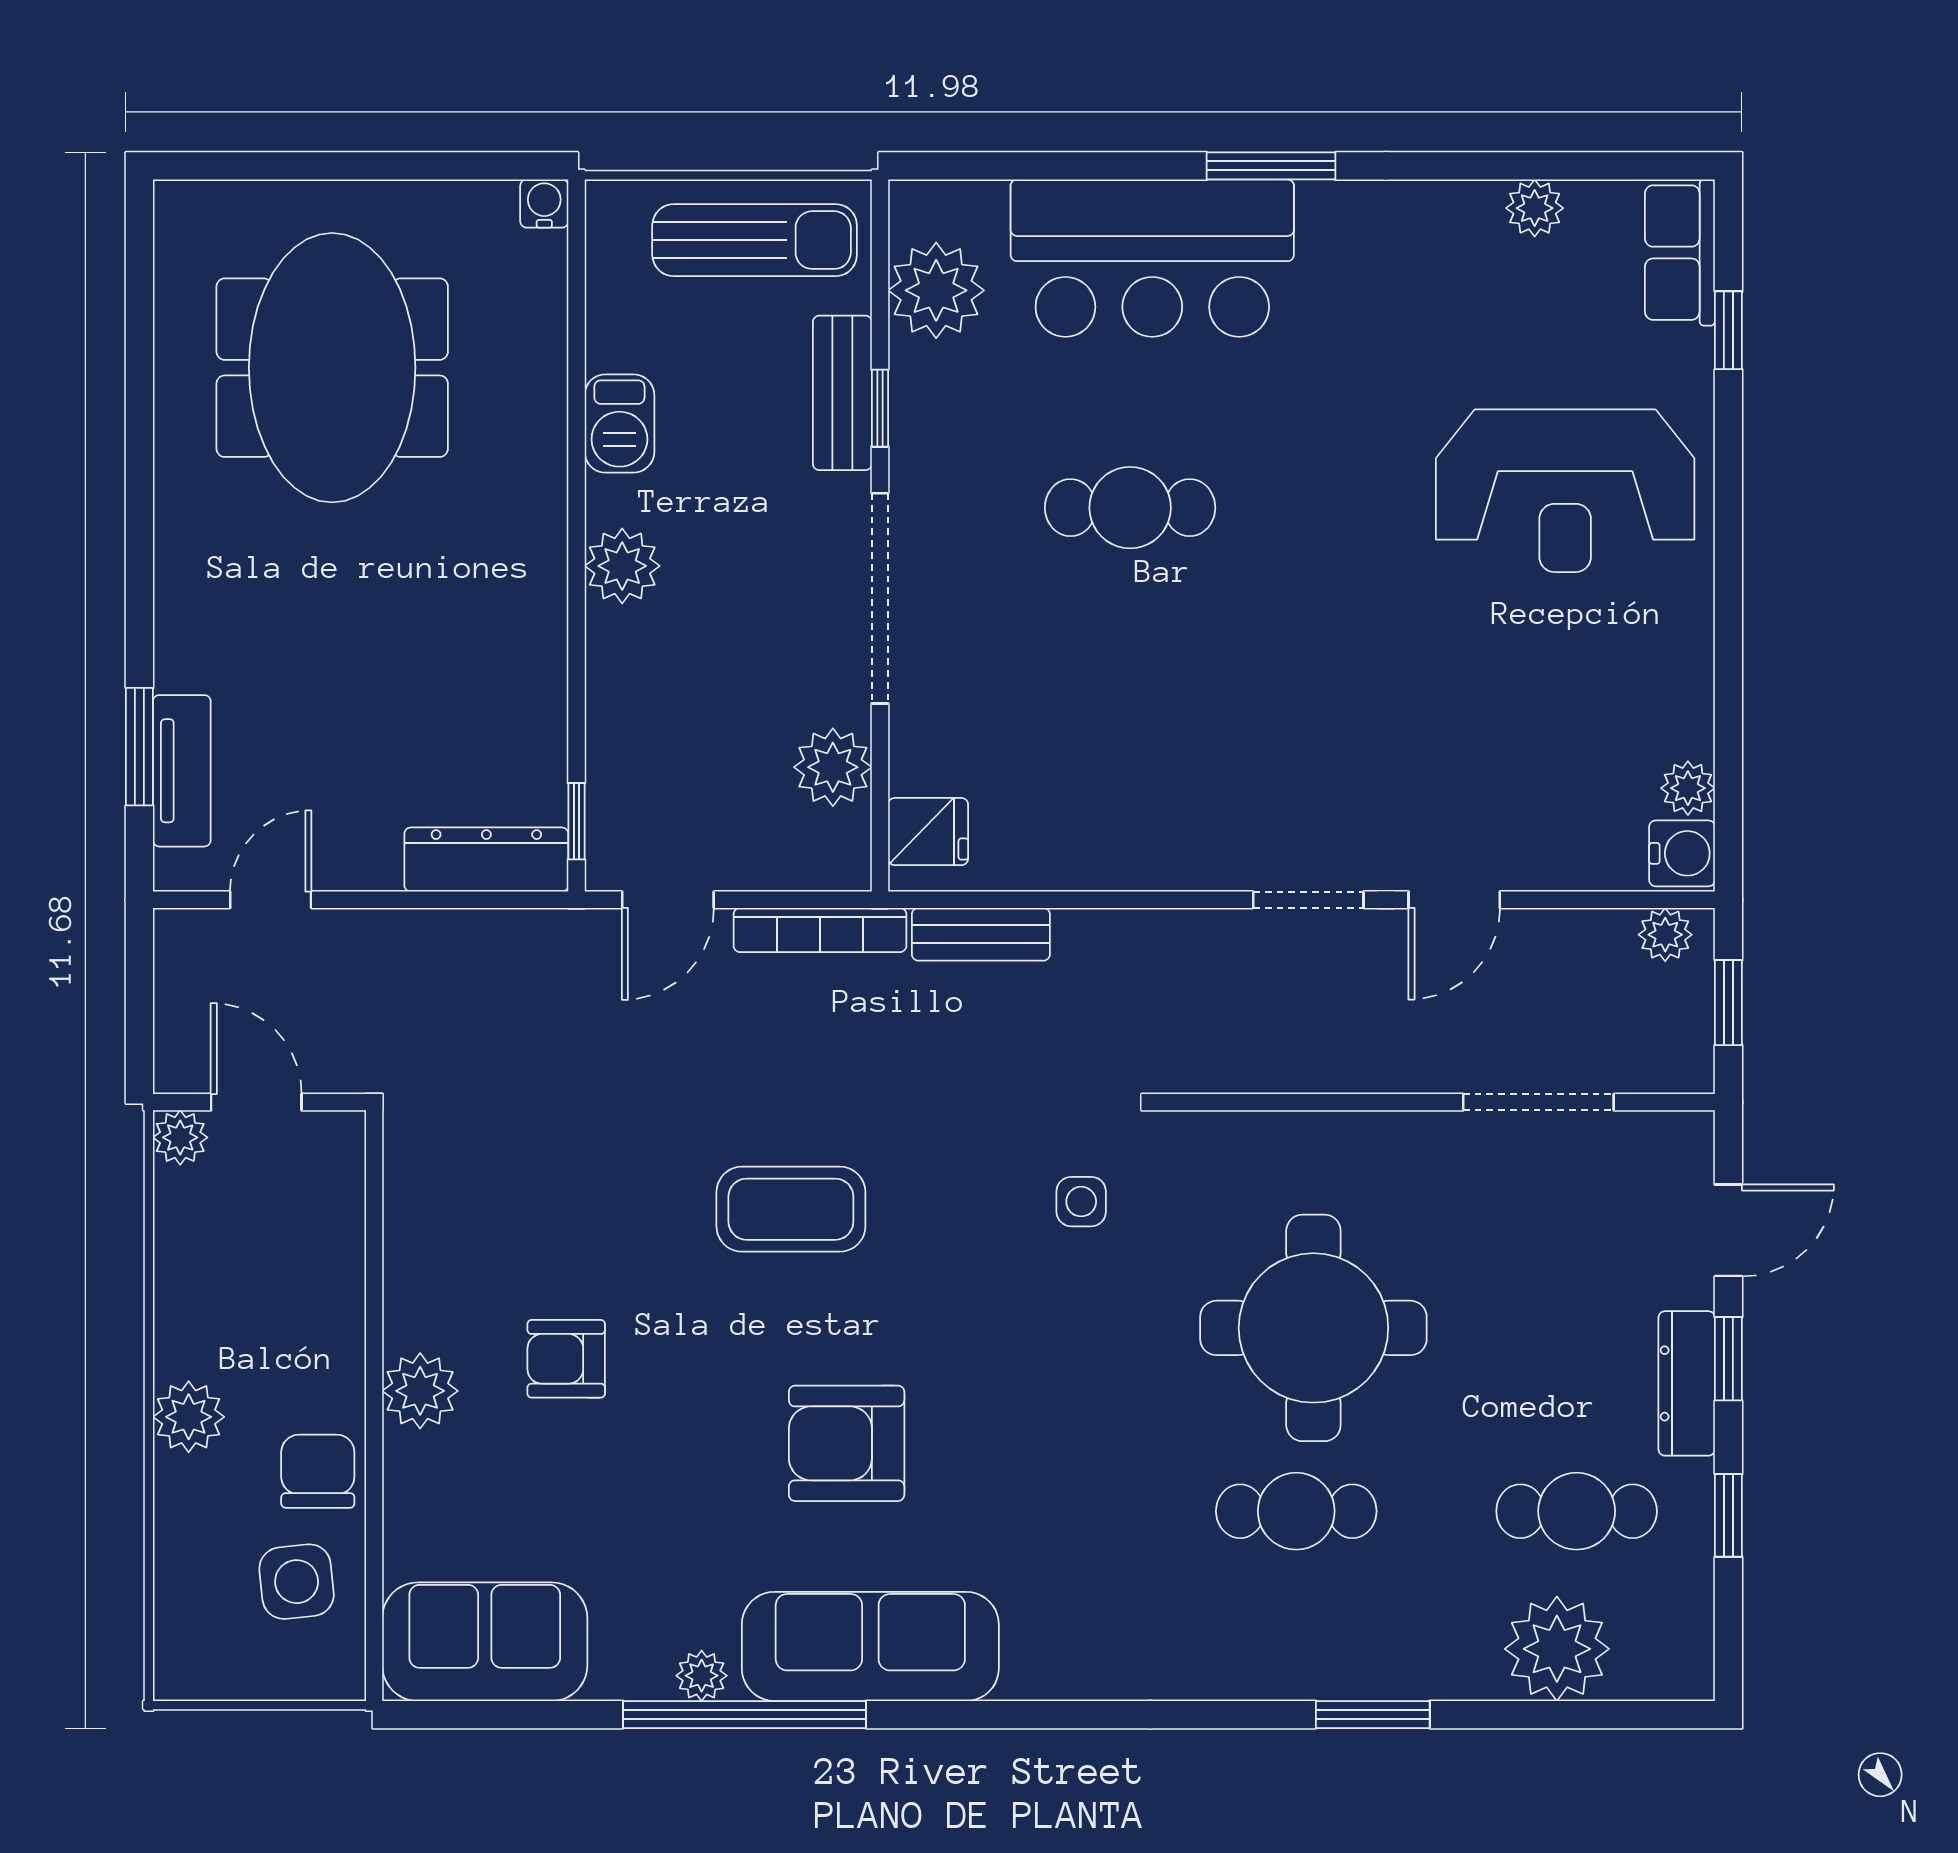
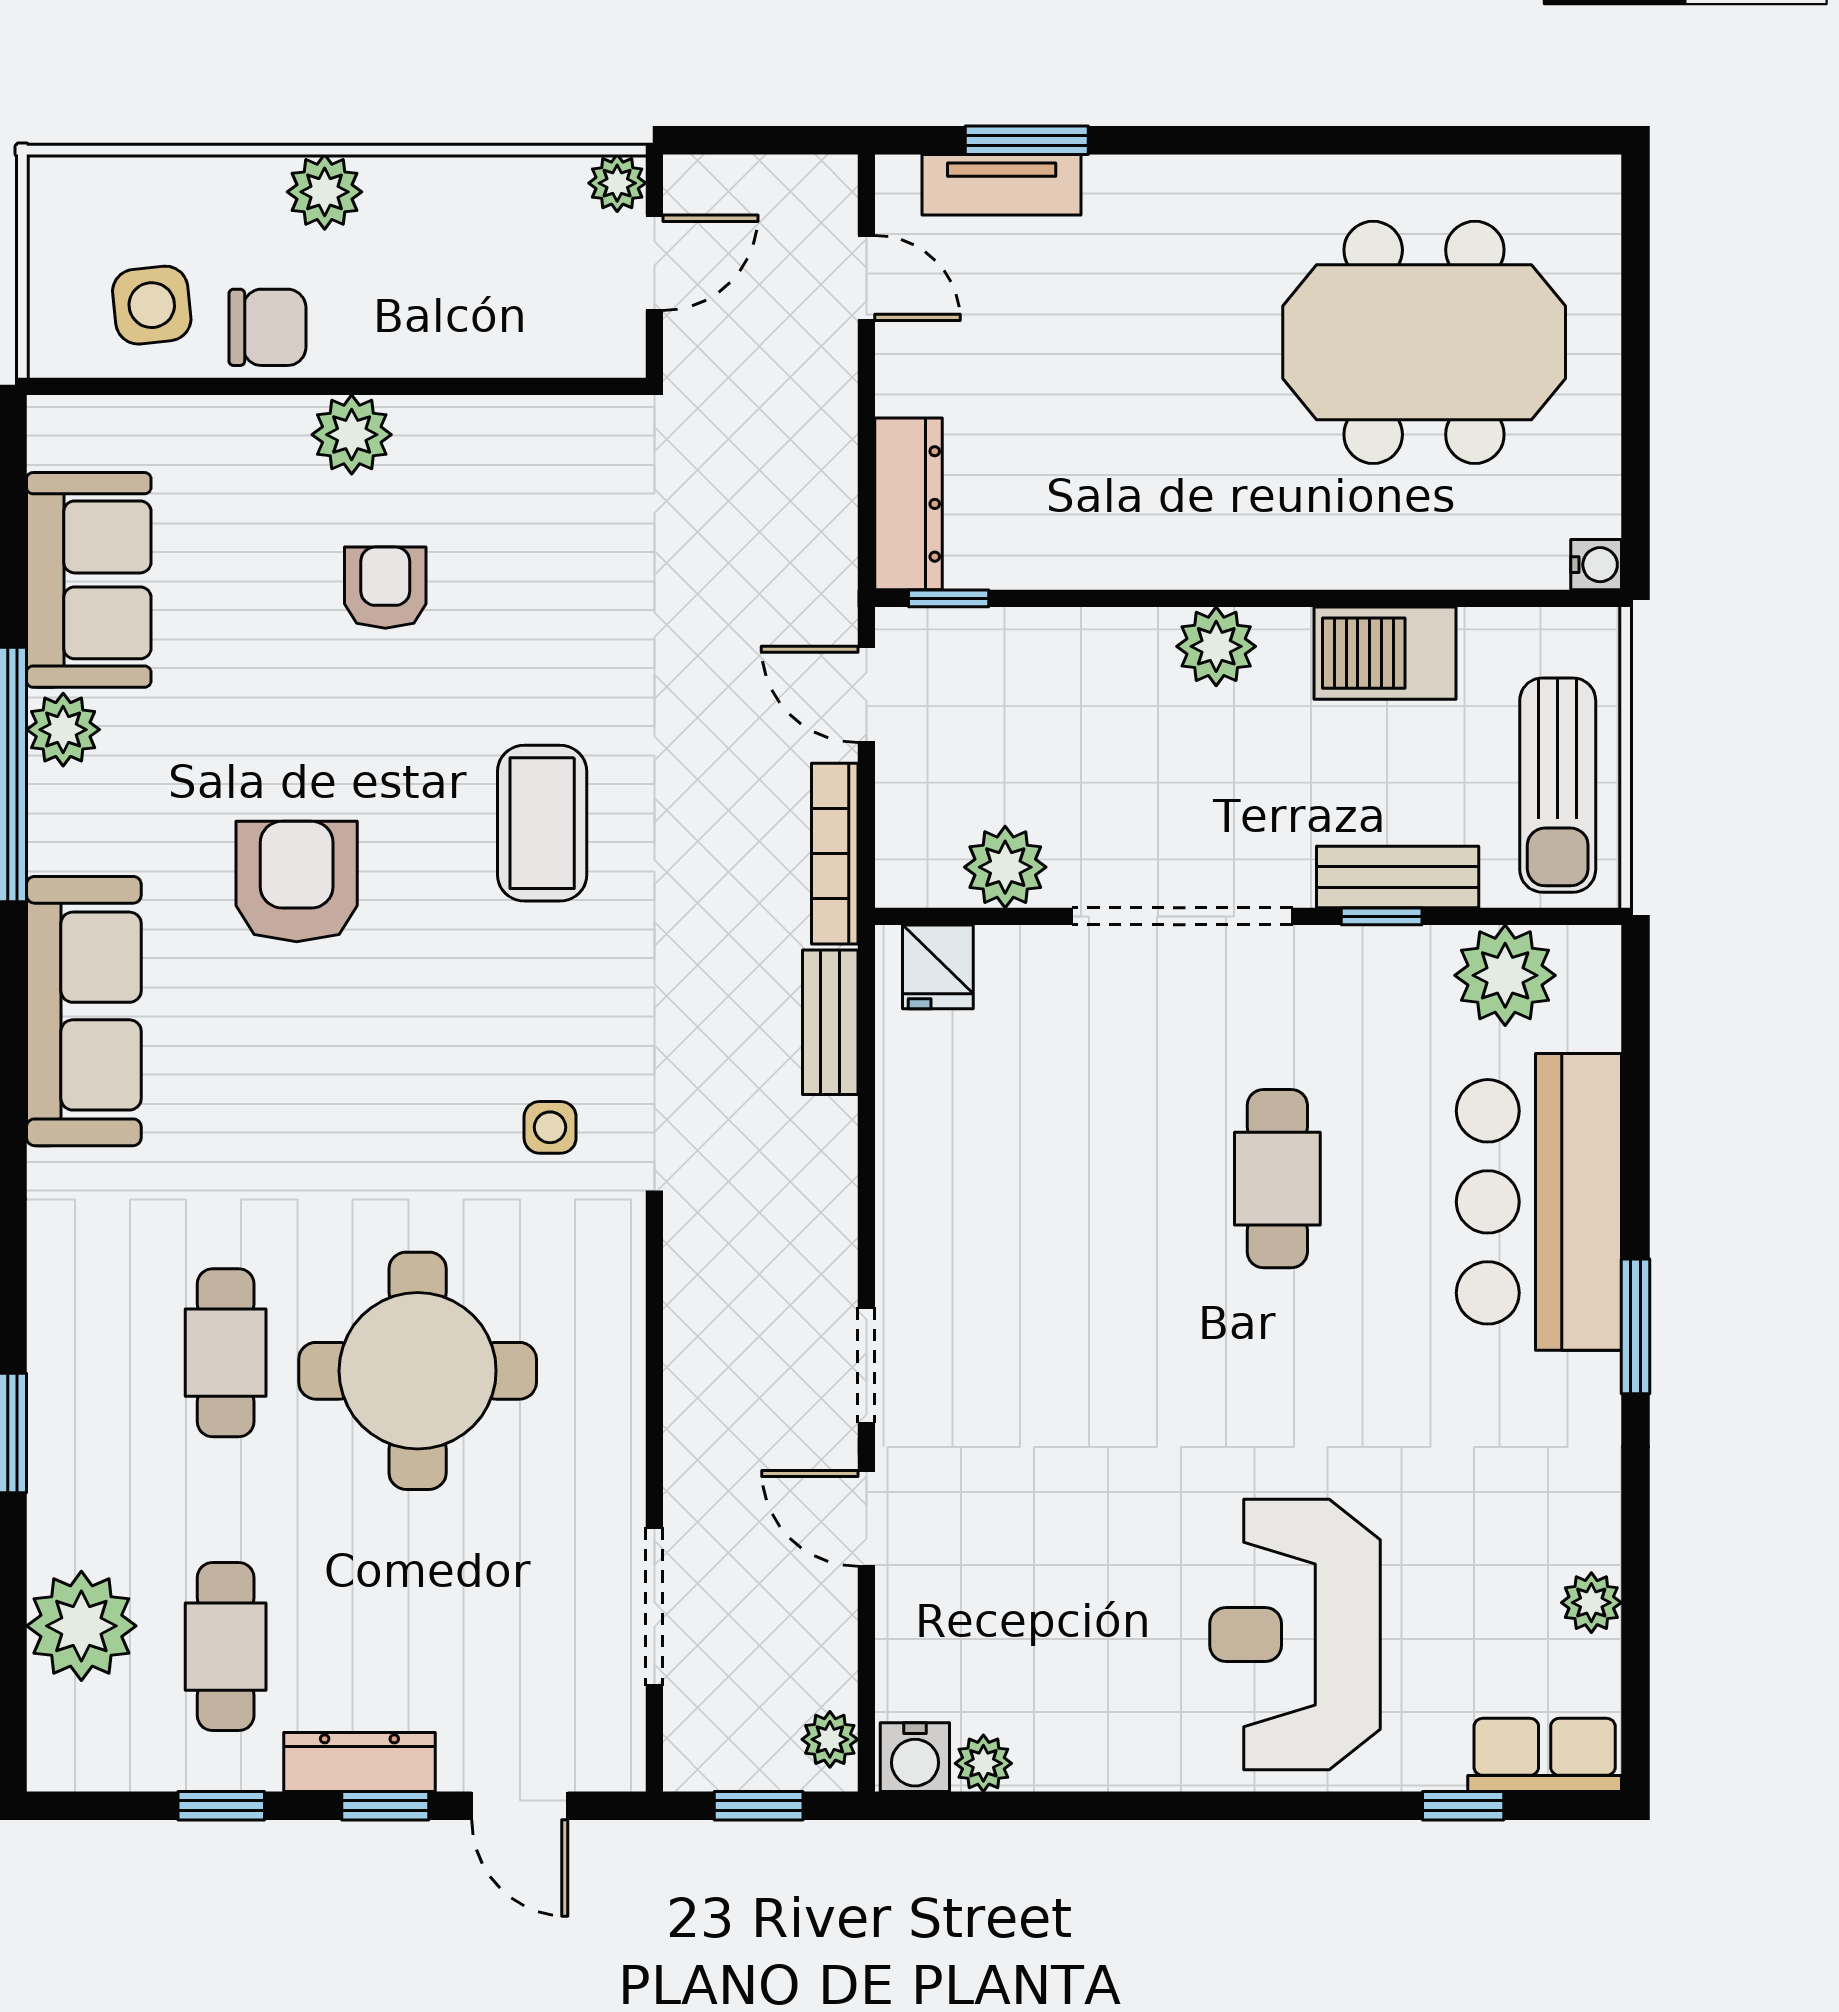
barbecue: (619, 423) -> (1385, 653), width x1.38, depth x1.27
sofa: (485, 1642) -> (89, 580), moved
sofa: (870, 1646) -> (84, 1011), moved
plant: (702, 1676) -> (63, 730), width x1.38, depth x1.38

